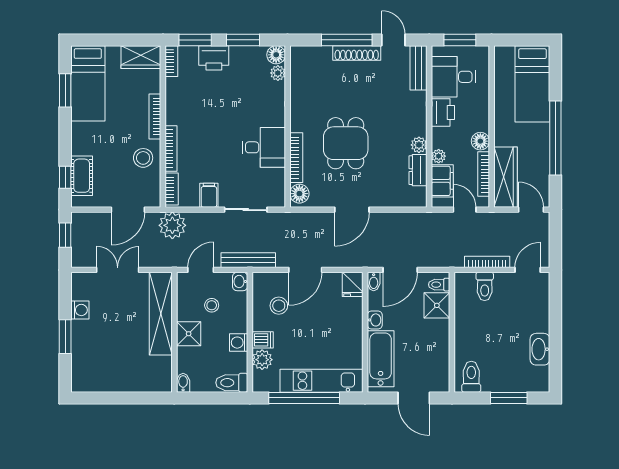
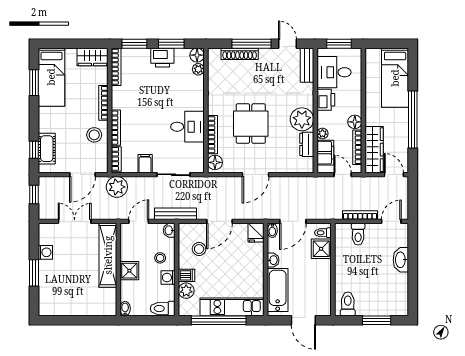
shoe rack: (357, 53) -> (240, 54), moved
printer: (214, 58) -> (162, 58), moved
bookcase: (171, 61) -> (116, 67), width x1.56
plant: (419, 145) -> (302, 119), width x1.87, depth x1.87
stool: (212, 305) -> (160, 258), moved
washbasin: (540, 349) -> (401, 260), moved

